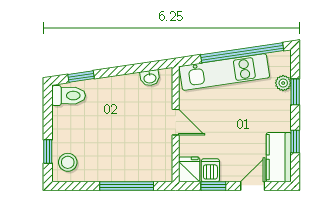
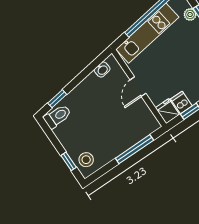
door: (176, 122) -> (138, 87), swing flipped

